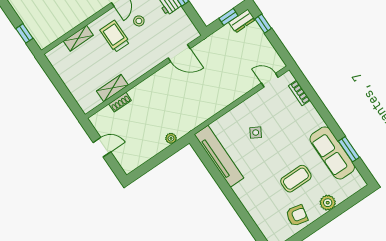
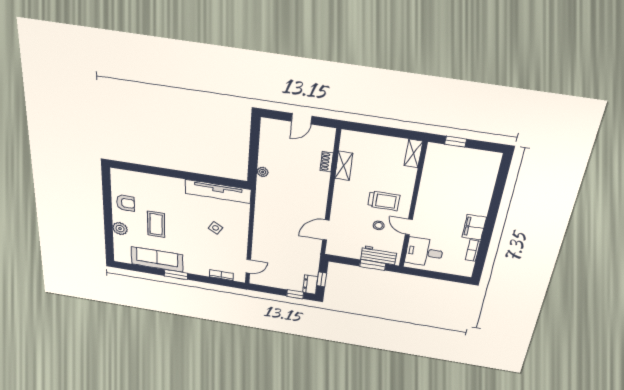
shelving: (78, 38) -> (413, 154), moved
window: (349, 149) -> (176, 274), moved
armchair: (297, 215) -> (126, 203), turned -102

